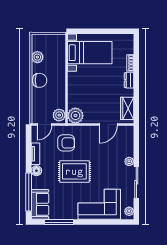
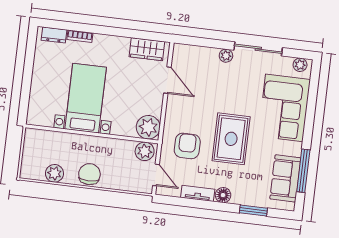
bed with nightstands: (90, 53) -> (86, 98), moved
dresser: (129, 80) -> (54, 35), moved
window: (29, 192) -> (253, 210), width x0.47
sofa: (40, 204) -> (285, 178), moved, turned -90

